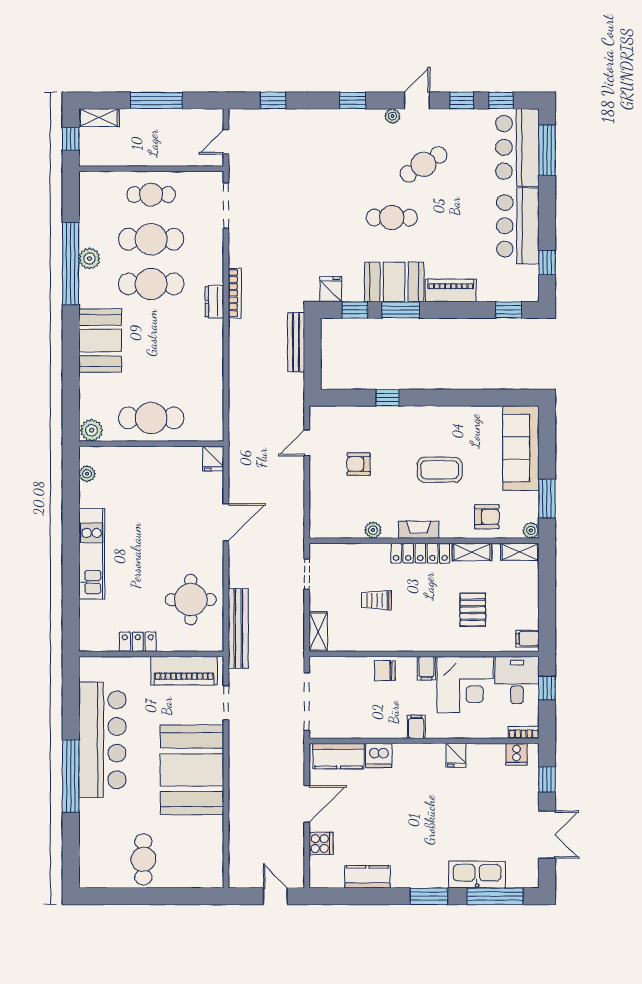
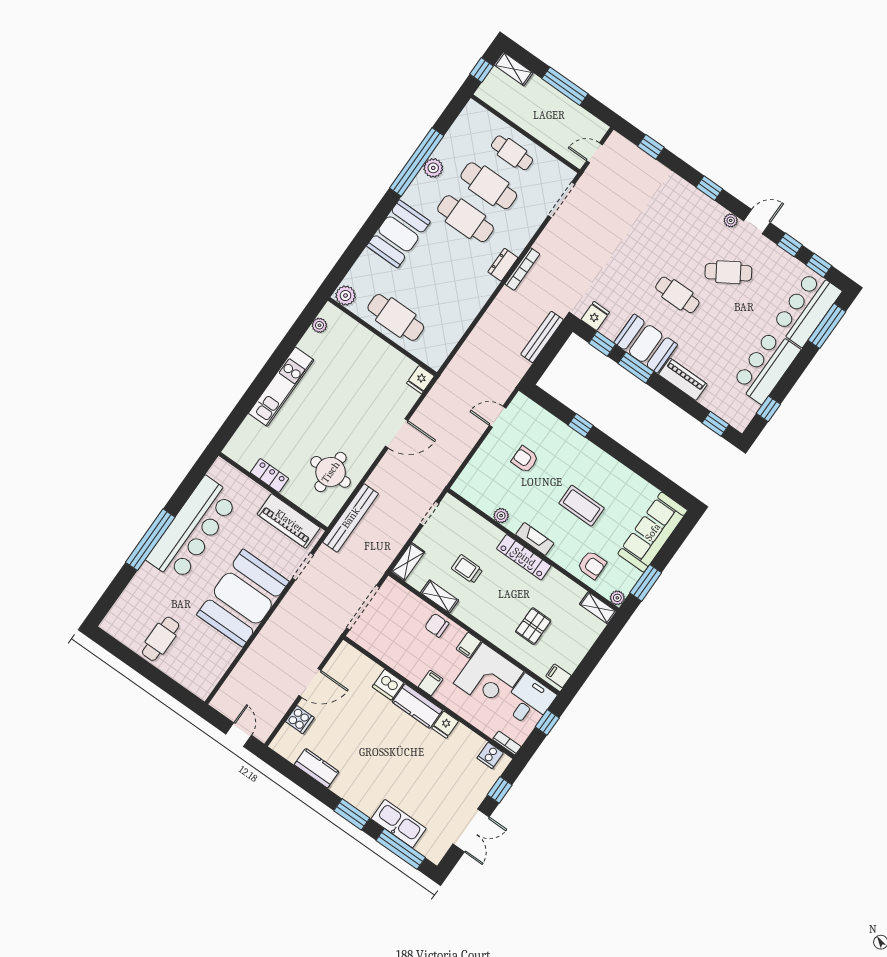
shelving: (472, 552) -> (439, 596), moved
kitchen counter: (339, 756) -> (417, 706), moved

